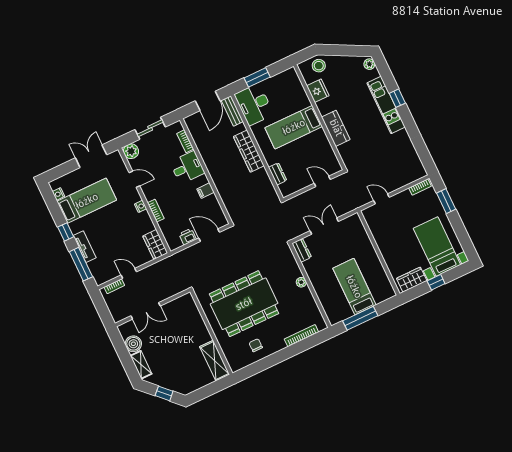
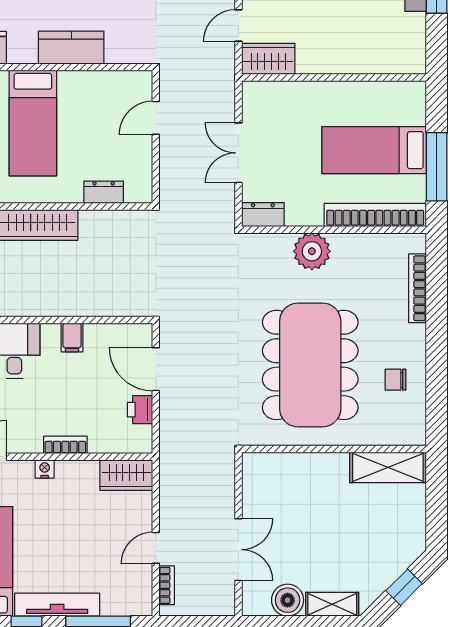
door: (209, 235) -> (156, 369), hinge flipped
tv unit: (85, 247) -> (57, 605), width x1.41
wardrobe: (412, 280) -> (268, 59), moved, turned 90
plant: (301, 282) -> (312, 251), width x1.87, depth x1.87
bookcase: (325, 301) -> (375, 215), added

